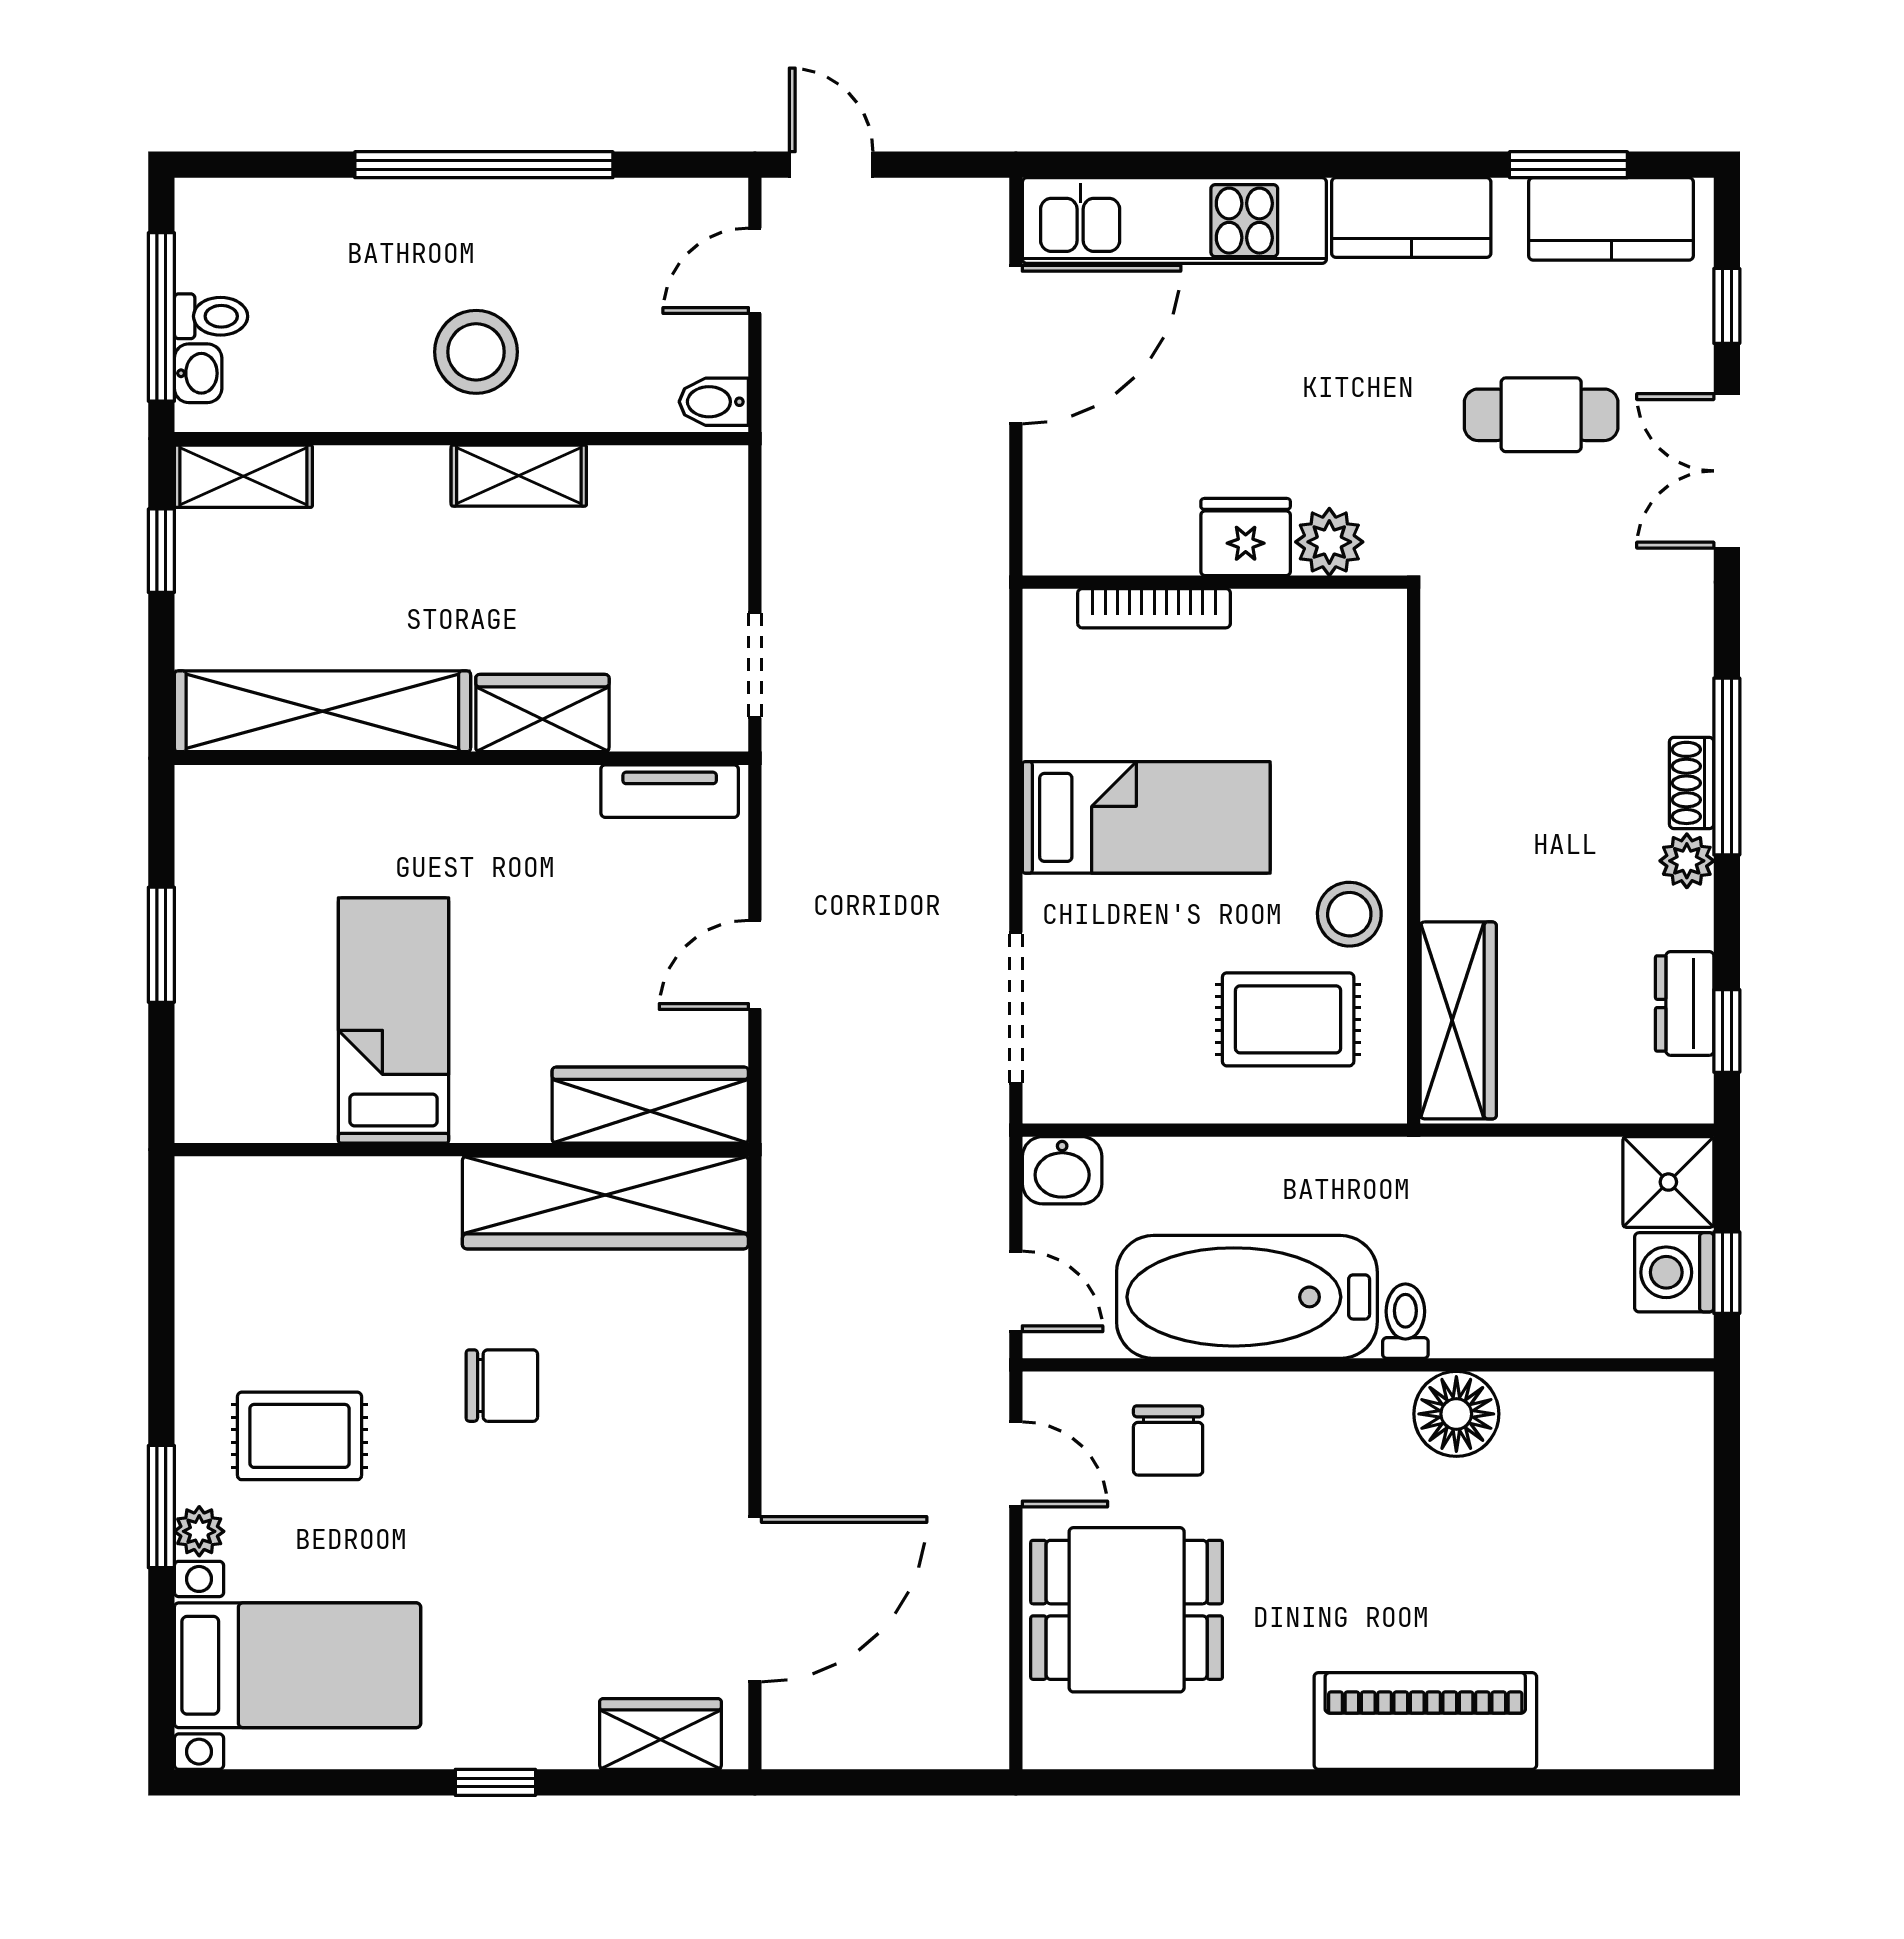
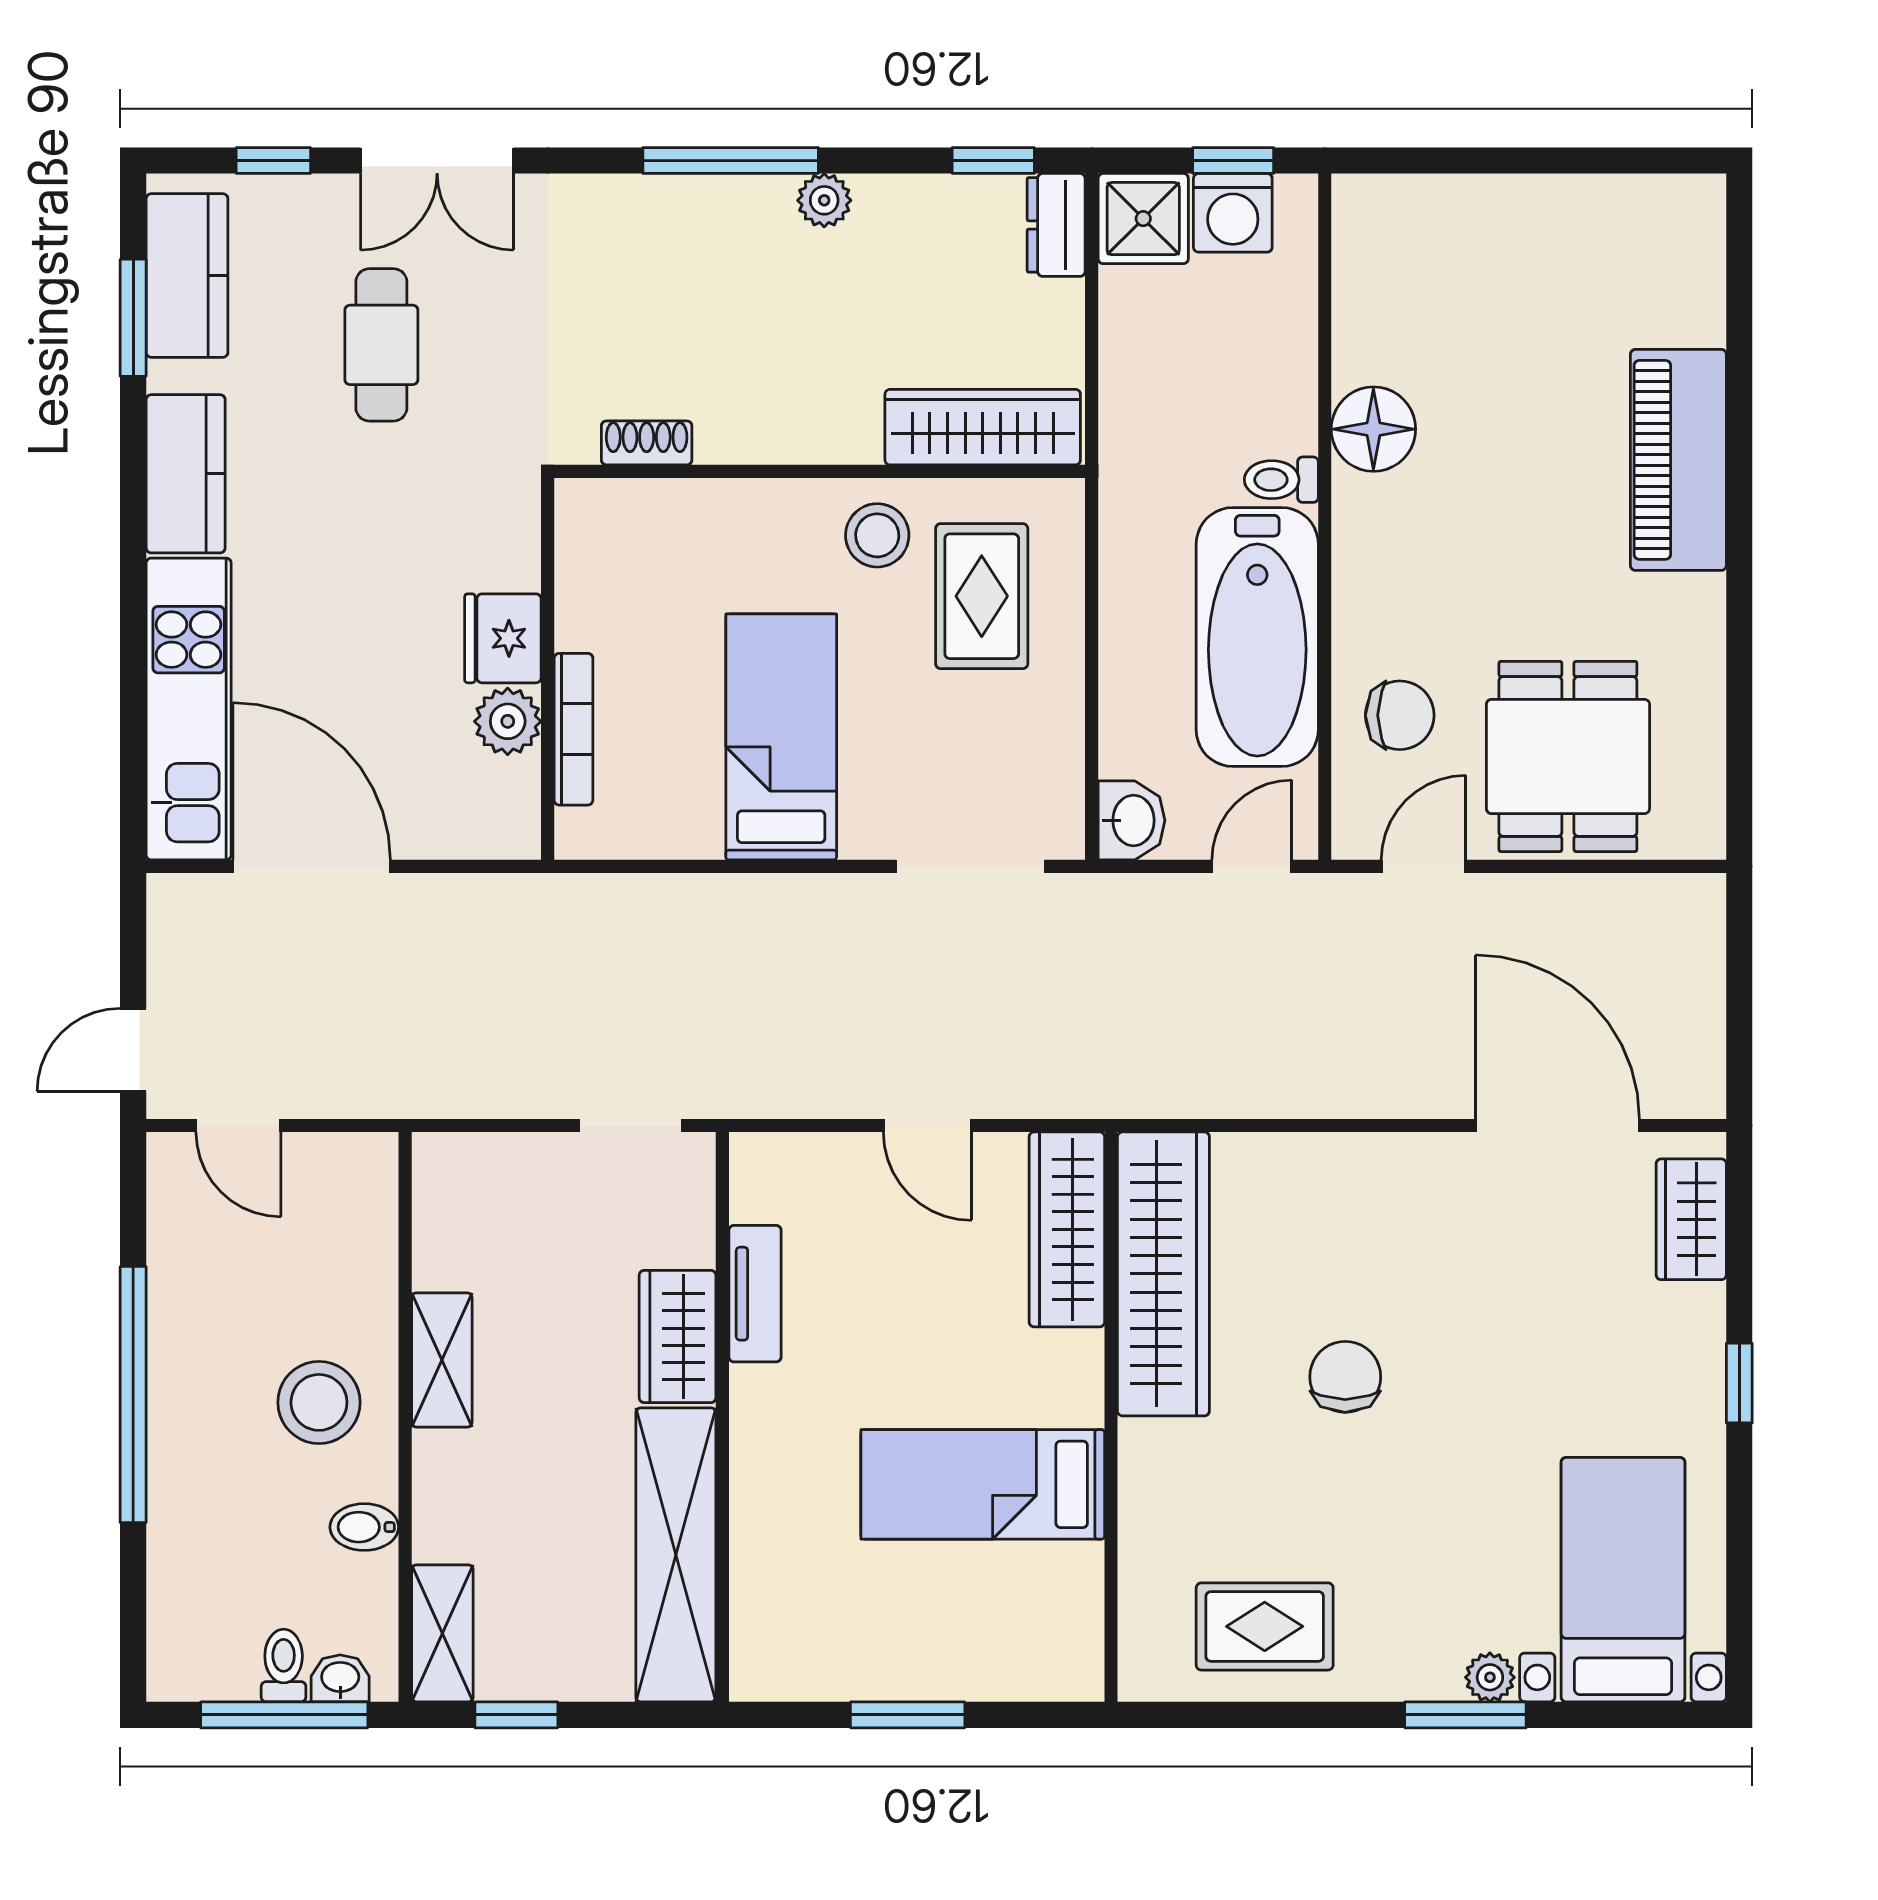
bidet: (714, 402) -> (364, 1527), moved, turned 90
plant: (1329, 542) -> (508, 721), moved
shoe rack: (1692, 783) -> (647, 443), moved, turned 180
tv unit: (670, 791) -> (755, 1294), moved
dresser: (1685, 1003) -> (1056, 225), moved, turned 90
rug: (299, 1436) -> (1265, 1626), moved, turned 90

